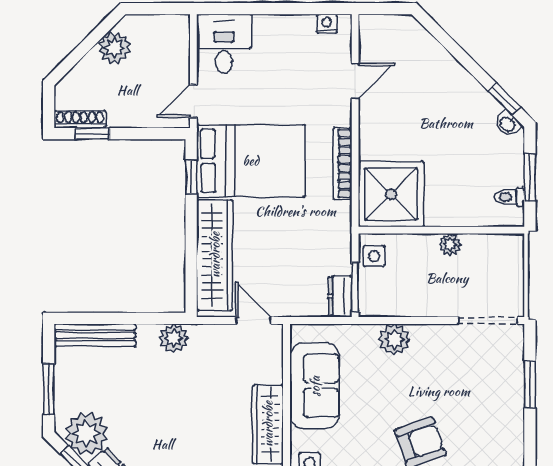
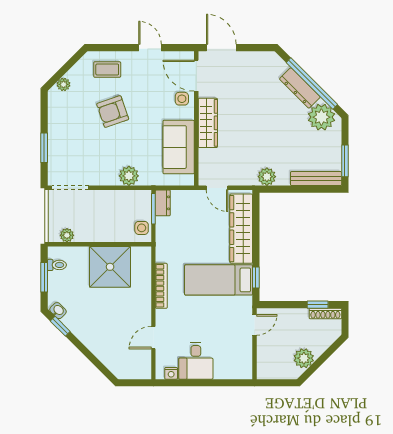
desk: (224, 44) -> (196, 361), moved
bed: (251, 161) -> (219, 280), width x0.67
shower: (391, 194) -> (110, 267), moved
plant: (450, 245) -> (67, 235), moved
window: (49, 389) -> (345, 161), moved

